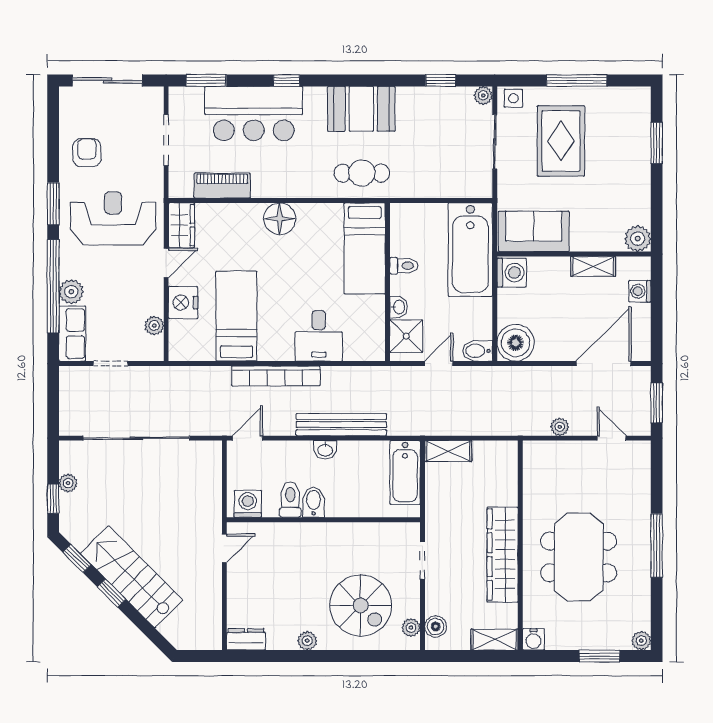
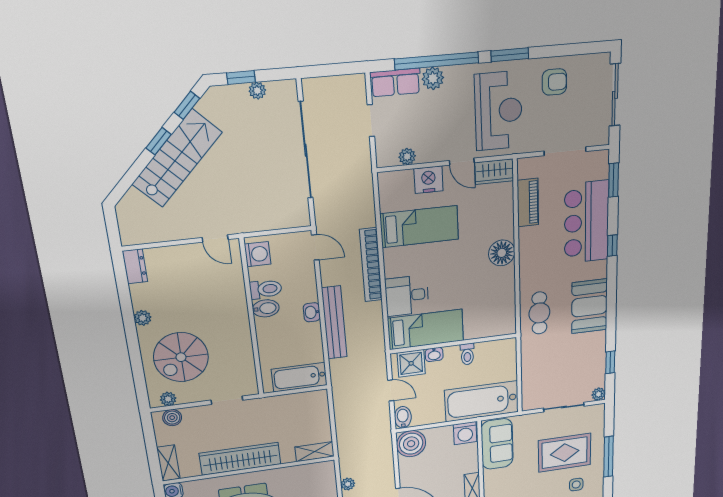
side table: (513, 98) -> (576, 485), moved
bed: (365, 248) -> (426, 330), moved, turned 180
shelving: (448, 451) -> (315, 452), moved, turned 90

